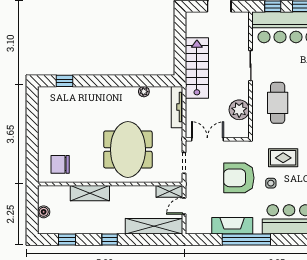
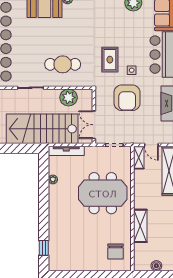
stairs: (197, 68) -> (42, 129), width x1.36, depth x1.51

